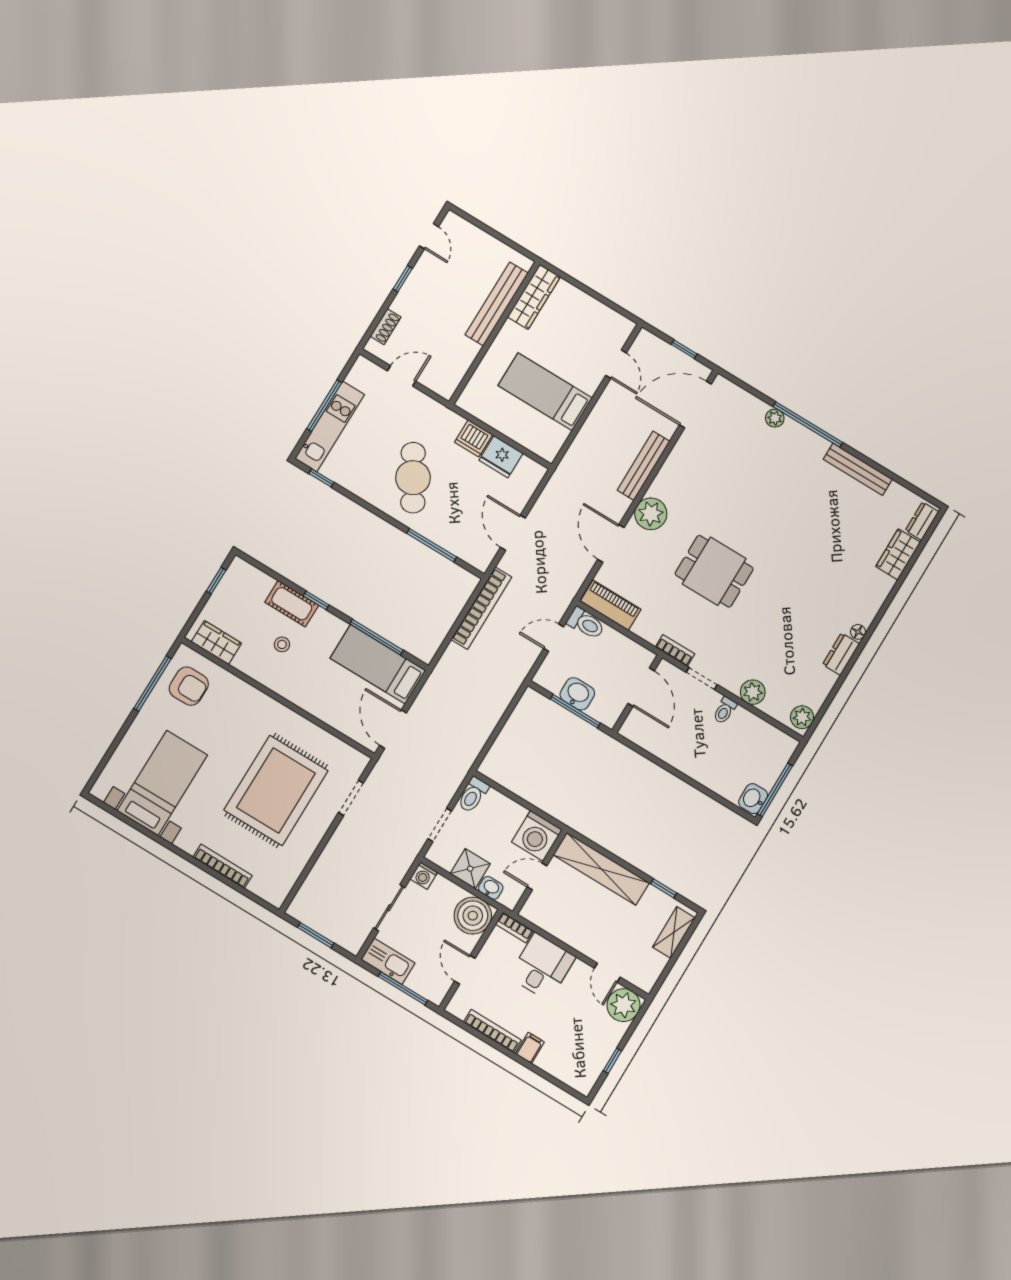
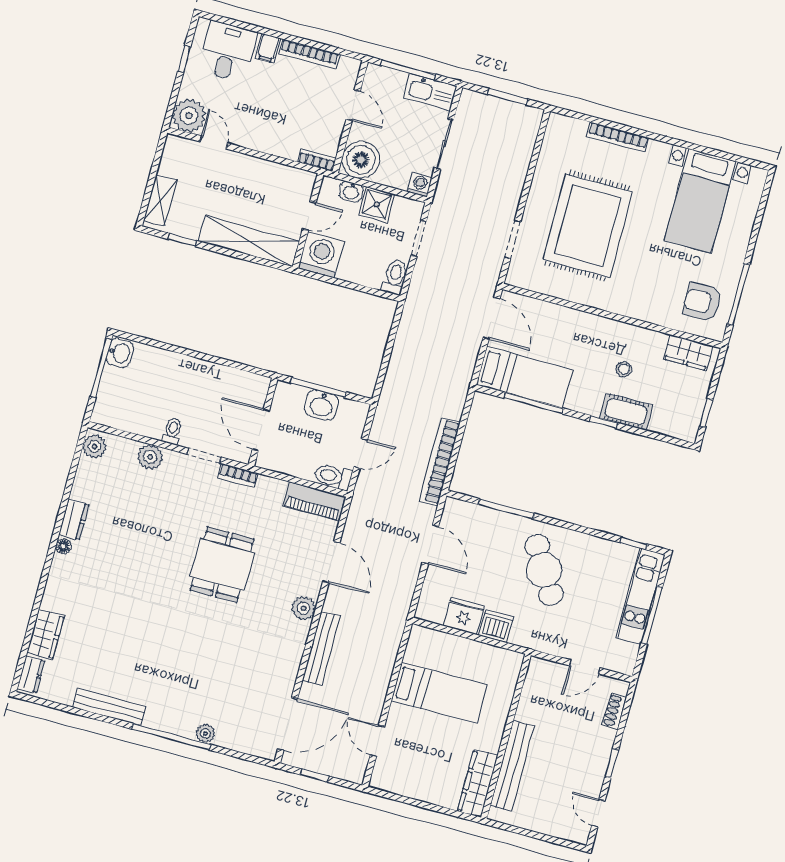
plant: (651, 514) -> (304, 608), width x0.73, depth x0.73
dining table: (714, 571) -> (222, 565), turned 90
desk: (542, 967) -> (228, 51), moved, turned 180

